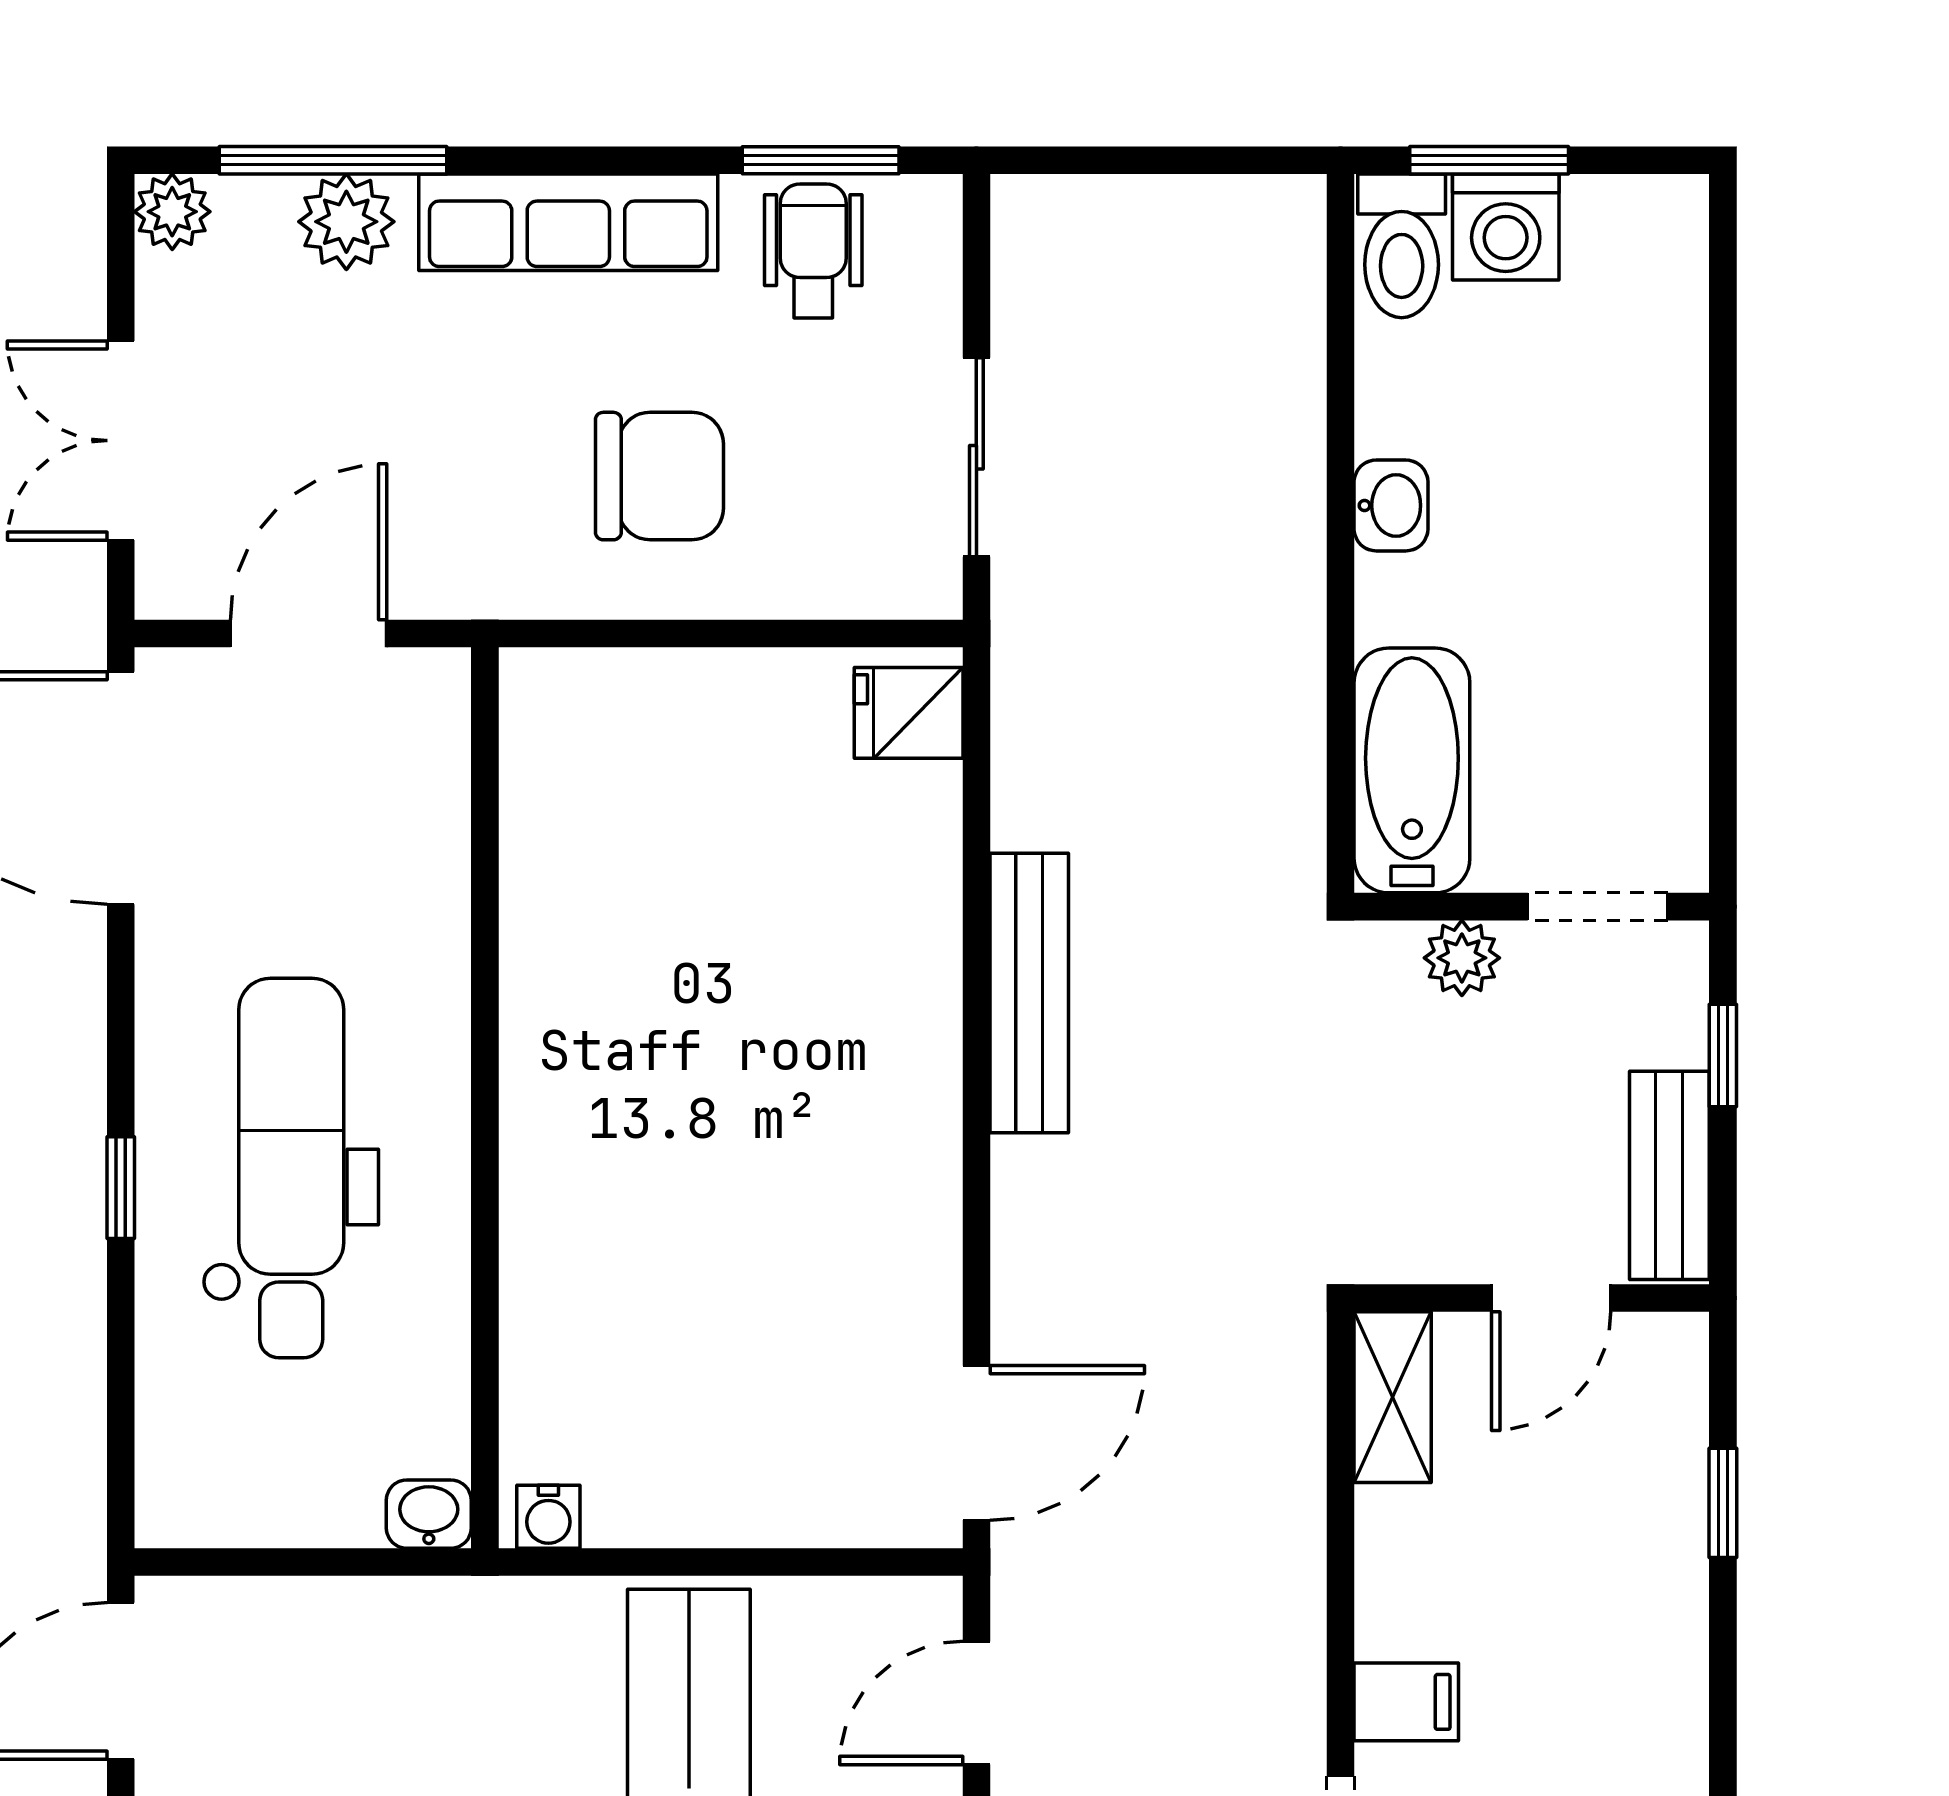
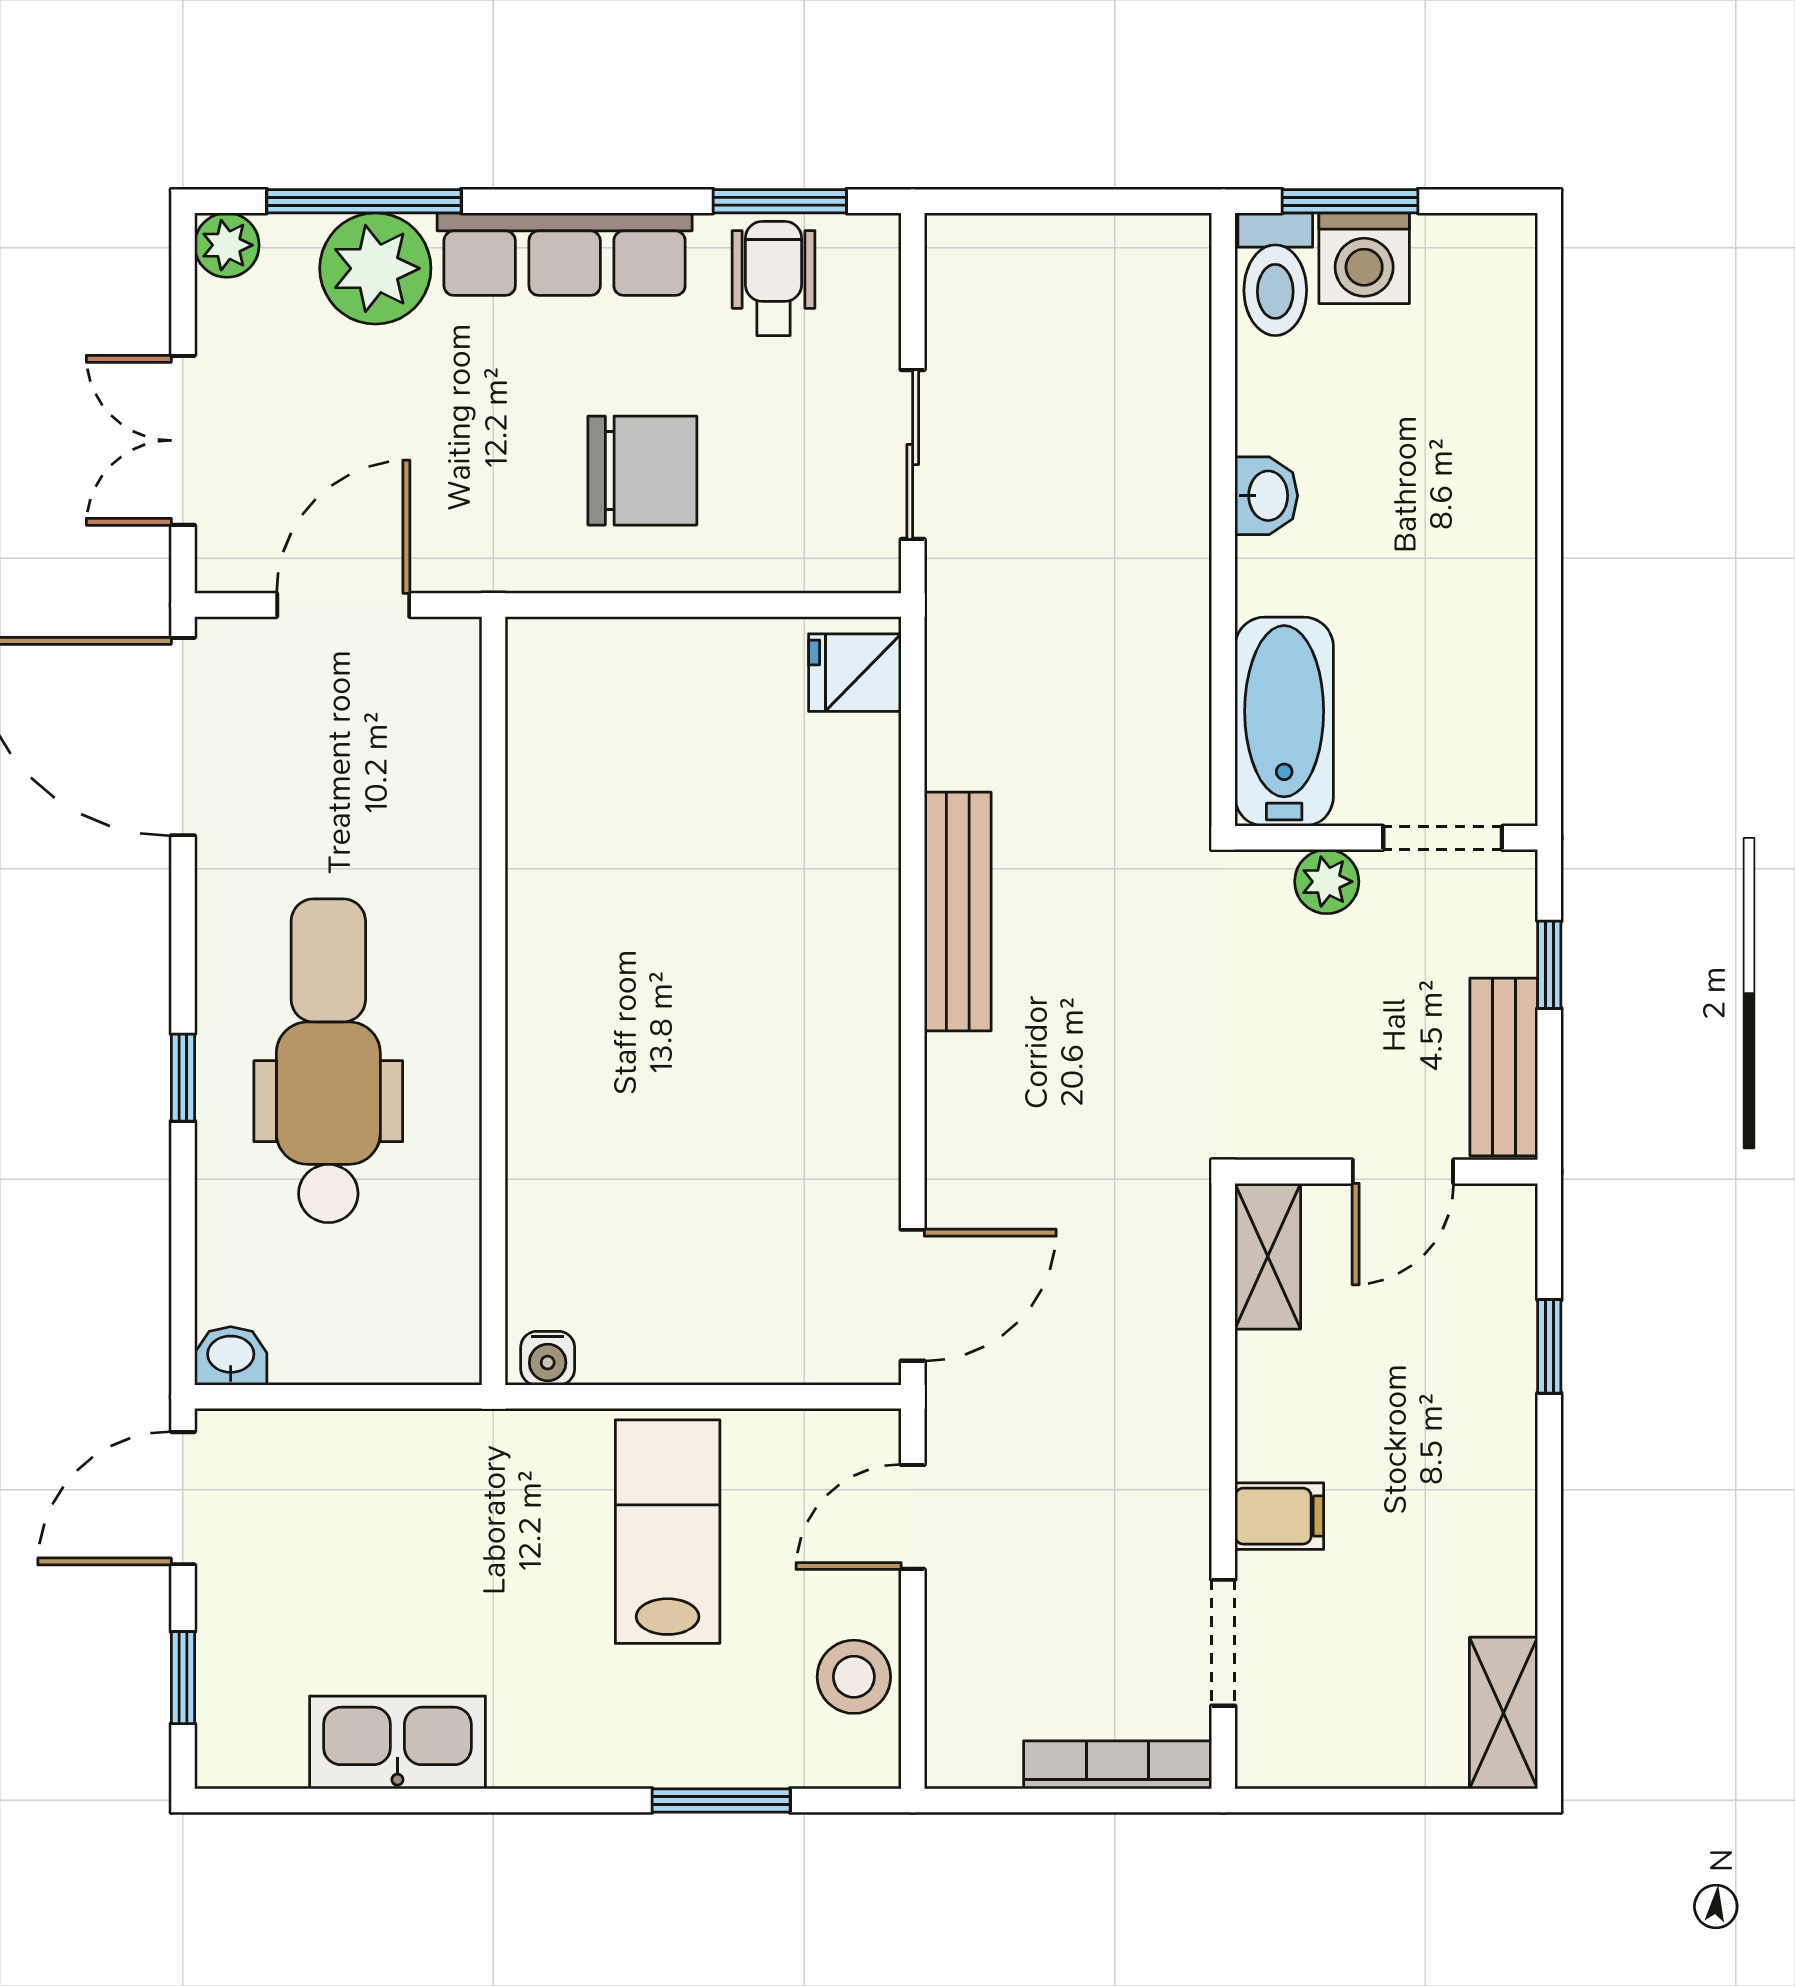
plant: (346, 222) -> (375, 268), width x1.36, depth x1.36
washbasin: (429, 1514) -> (231, 1356), moved

